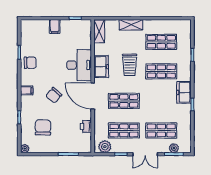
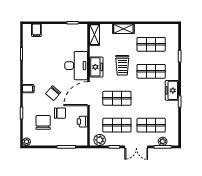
filing cabinet: (55, 26) -> (36, 30), moved
chair: (30, 63) -> (60, 113), moved
door: (93, 96) -> (89, 94), hinge flipped

